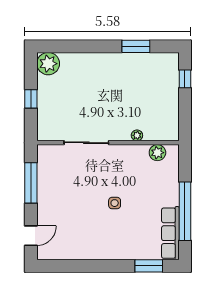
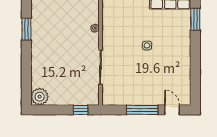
window: (31, 99) -> (81, 110), moved
plant: (157, 153) -> (108, 13), removed
window: (31, 183) -> (142, 110), moved

